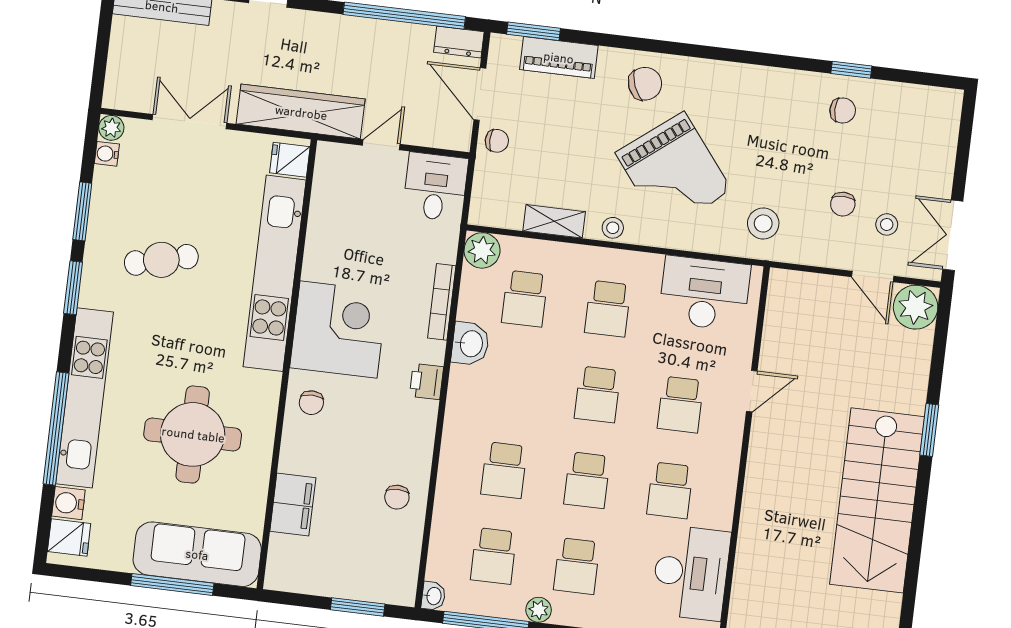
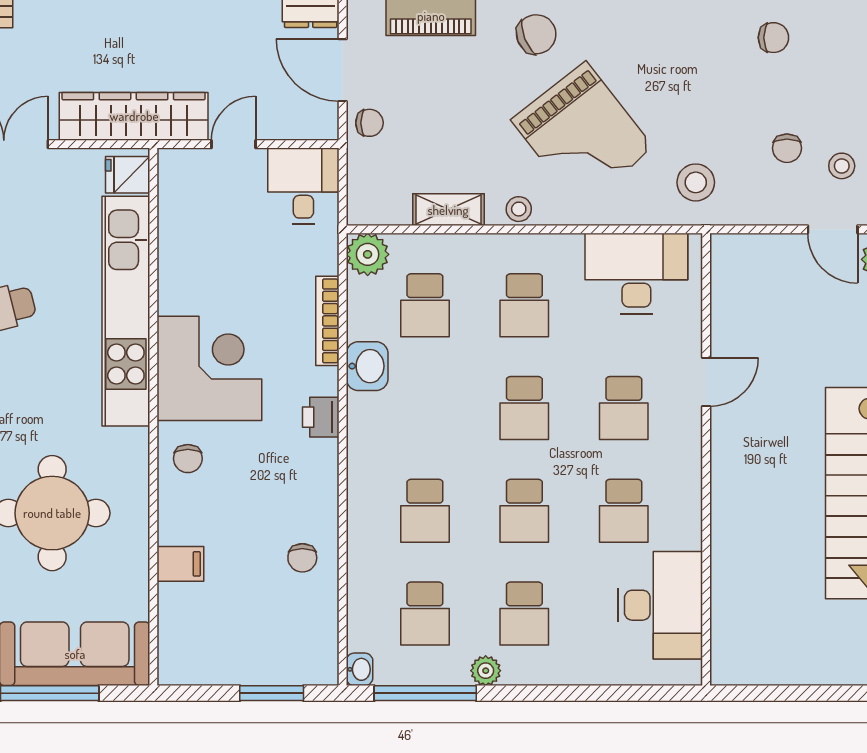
filing cabinet: (293, 504) -> (180, 564), width x0.50

